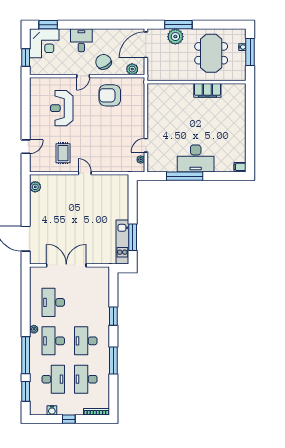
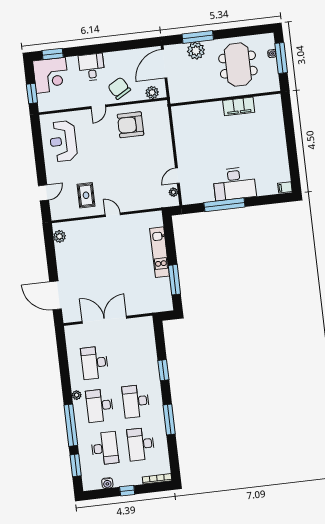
reception desk: (62, 108) -> (63, 141), moved
kitchen unit: (122, 242) -> (160, 252), moved

